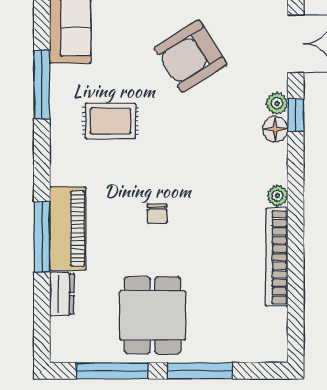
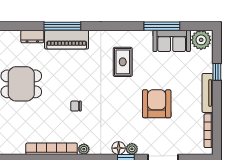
armchair: (191, 56) -> (157, 104), turned 32
window: (42, 85) -> (162, 26), moved
chair: (157, 214) -> (76, 106), moved

